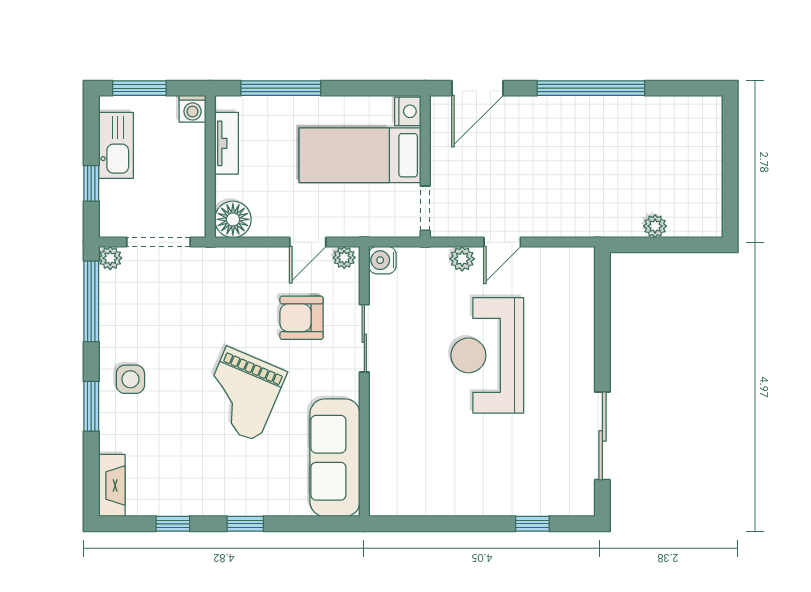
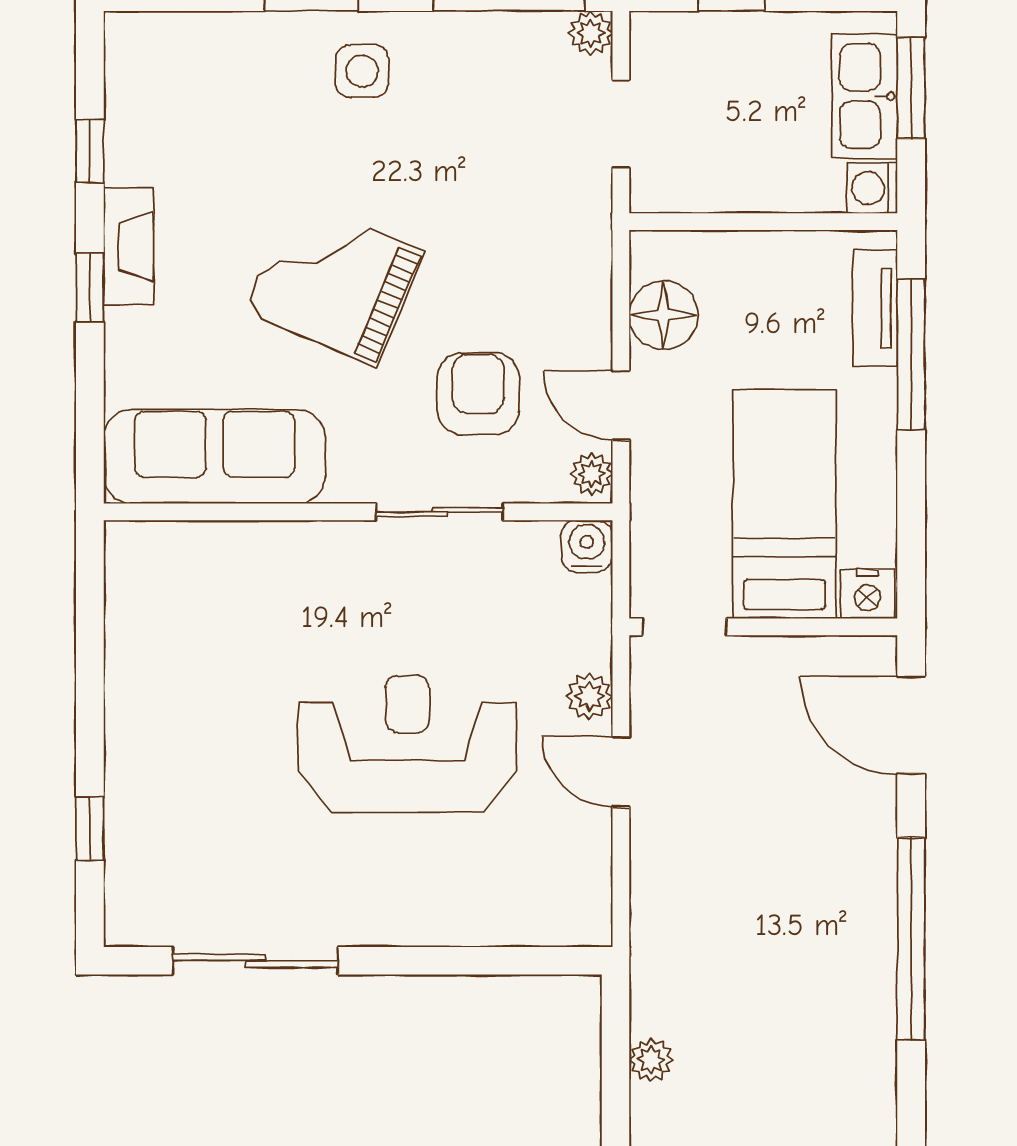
tv unit: (226, 143) -> (875, 308), moved, turned 90
kitchen sink: (116, 145) -> (865, 96), moved, turned 90
floor lamp: (233, 219) -> (664, 315), moved
doorway: (159, 242) -> (621, 124), width x0.73
fireplace: (112, 485) -> (129, 246), moved, turned -90

